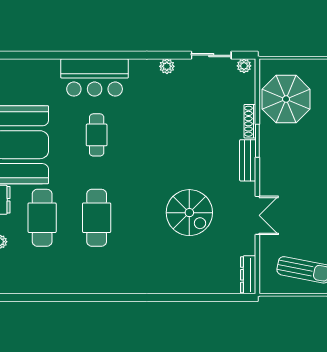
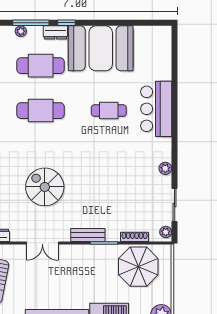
shoe rack: (250, 121) -> (135, 237), moved
spiral stairs: (189, 213) -> (45, 187), turned 90

